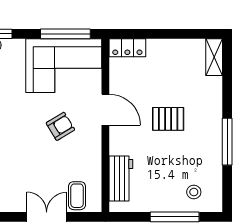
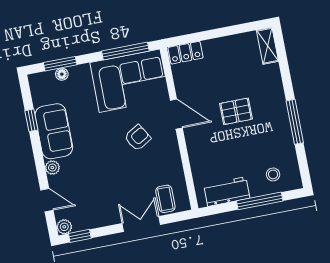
workbench: (121, 179) -> (227, 192), moved, turned -90

